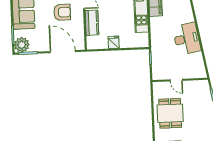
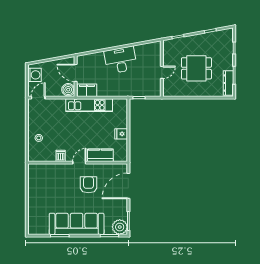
dining table: (170, 113) -> (196, 68), moved

